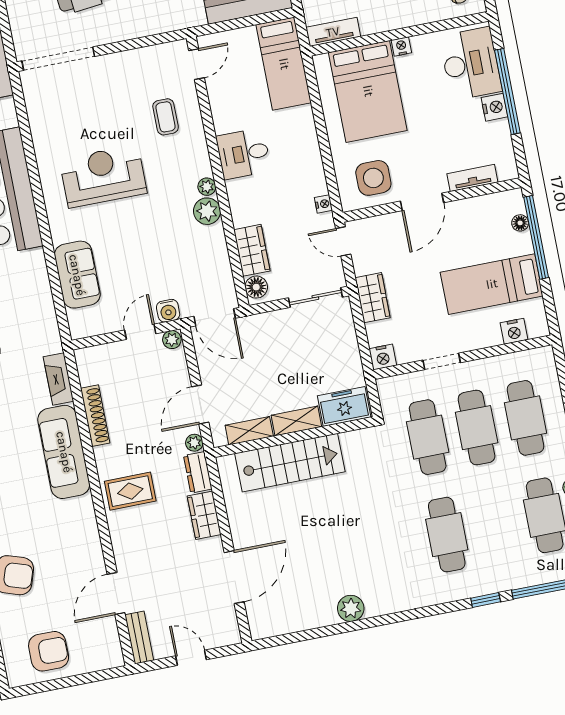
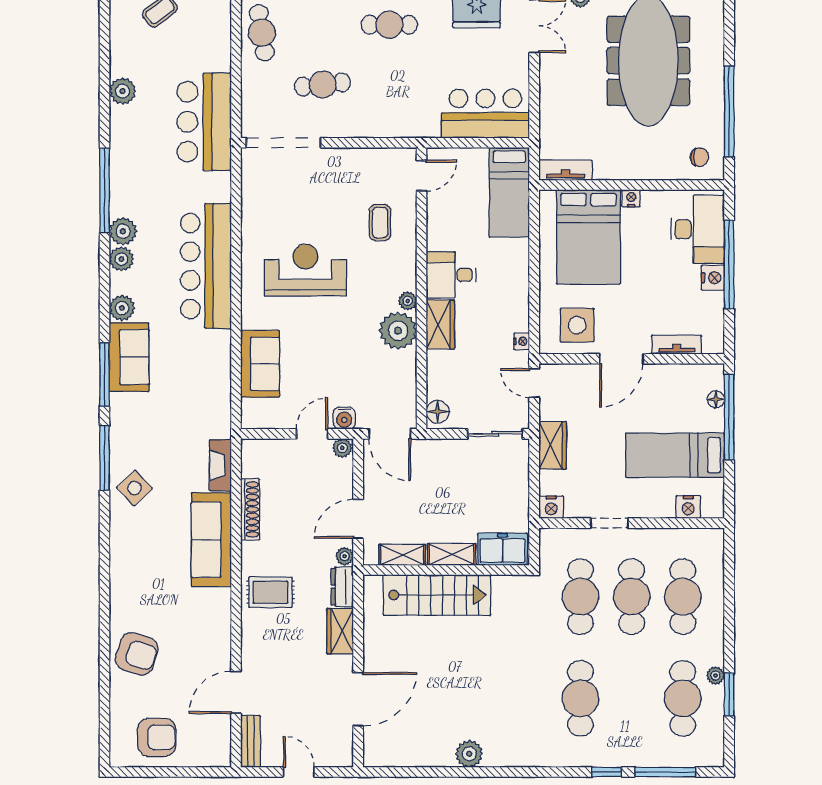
plant: (207, 211) -> (398, 331), width x1.36, depth x1.36
wardrobe: (252, 250) -> (440, 324), moved

